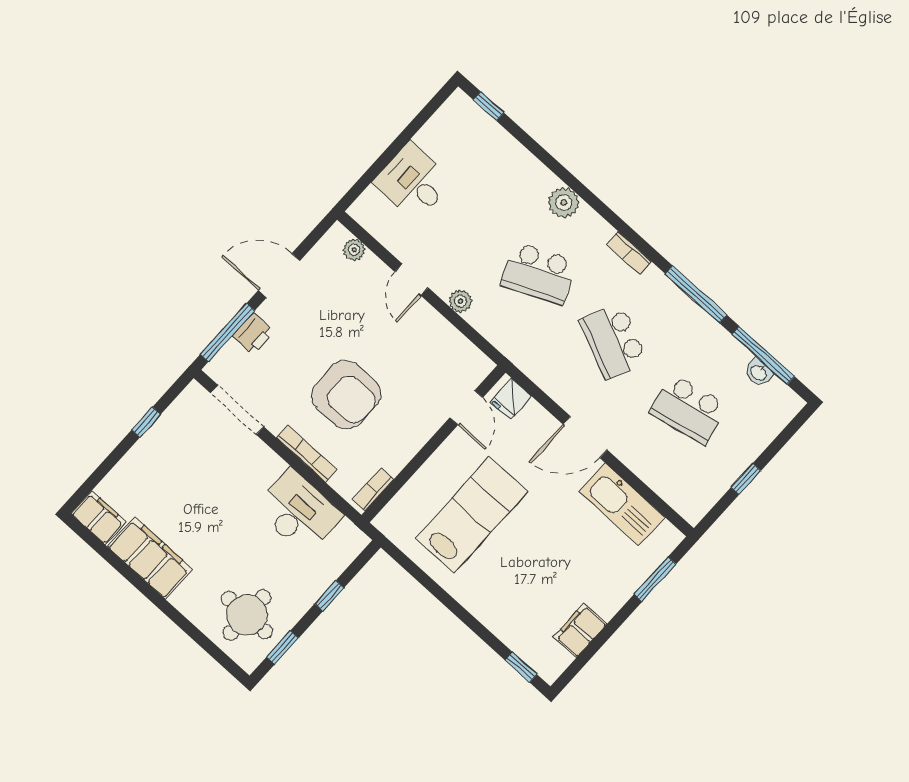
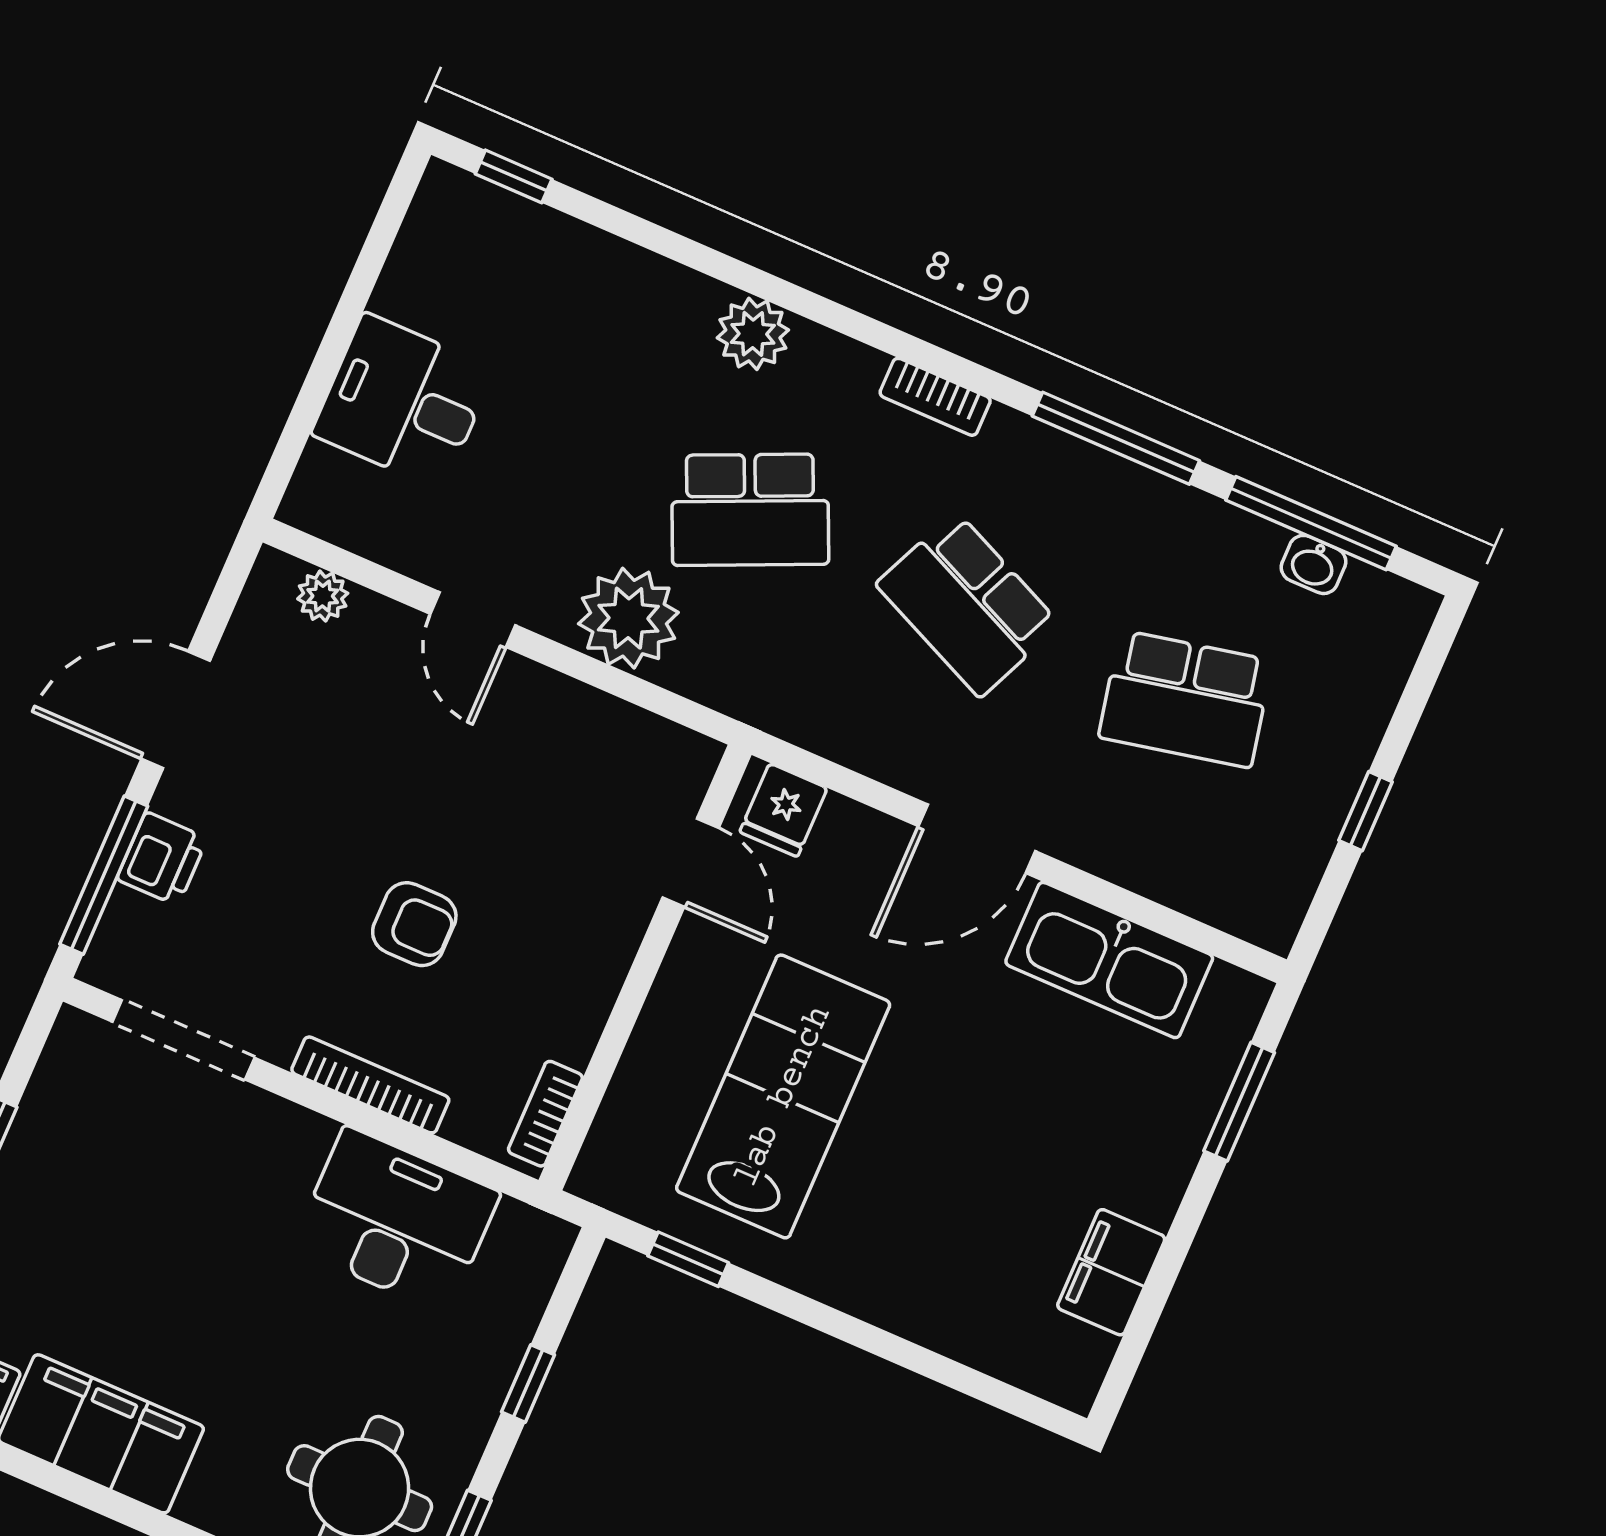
plant: (460, 301) -> (628, 618), width x1.87, depth x1.87
armchair: (346, 395) -> (414, 924), width x0.53, depth x0.53
window: (521, 667) -> (688, 1259), moved

